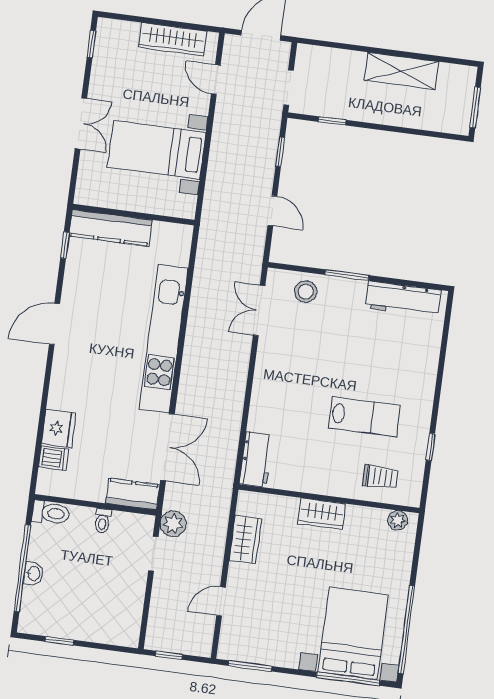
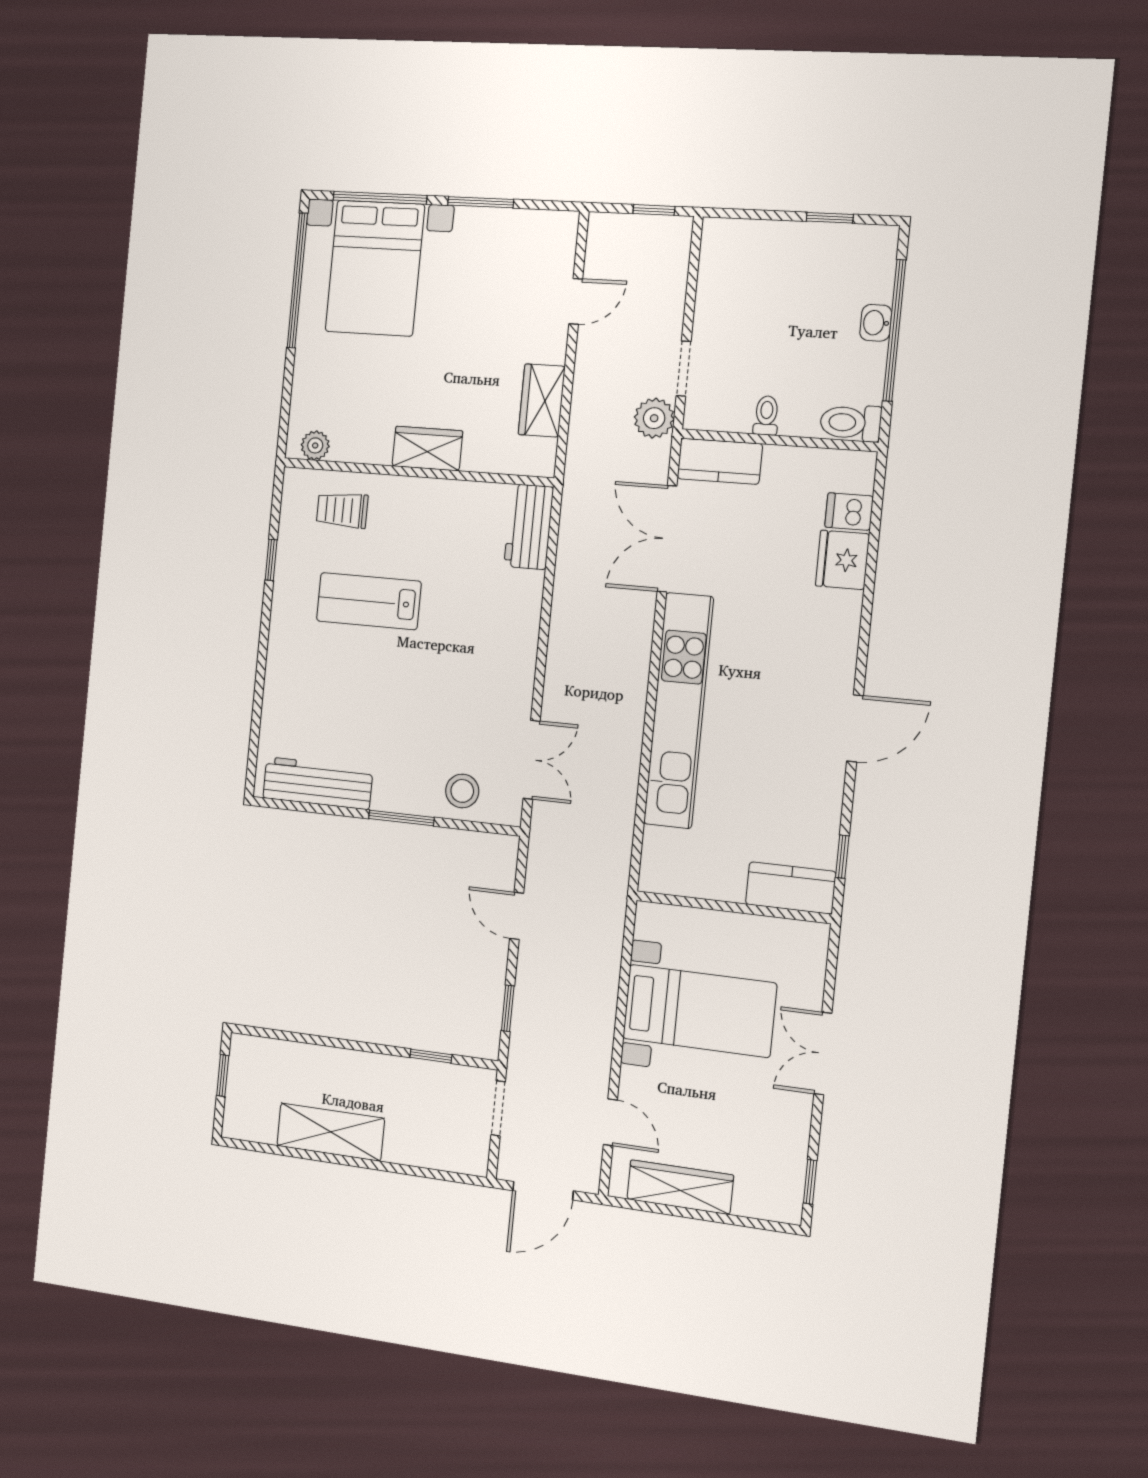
window: (475, 107) -> (223, 1076), width x0.67
kitchen counter: (111, 228) -> (791, 888), width x0.67
window: (250, 666) -> (481, 202), moved

